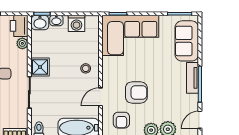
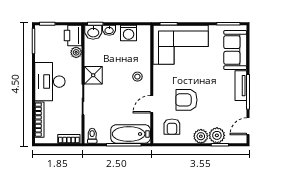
armchair: (136, 92) -> (186, 100), turned 180

